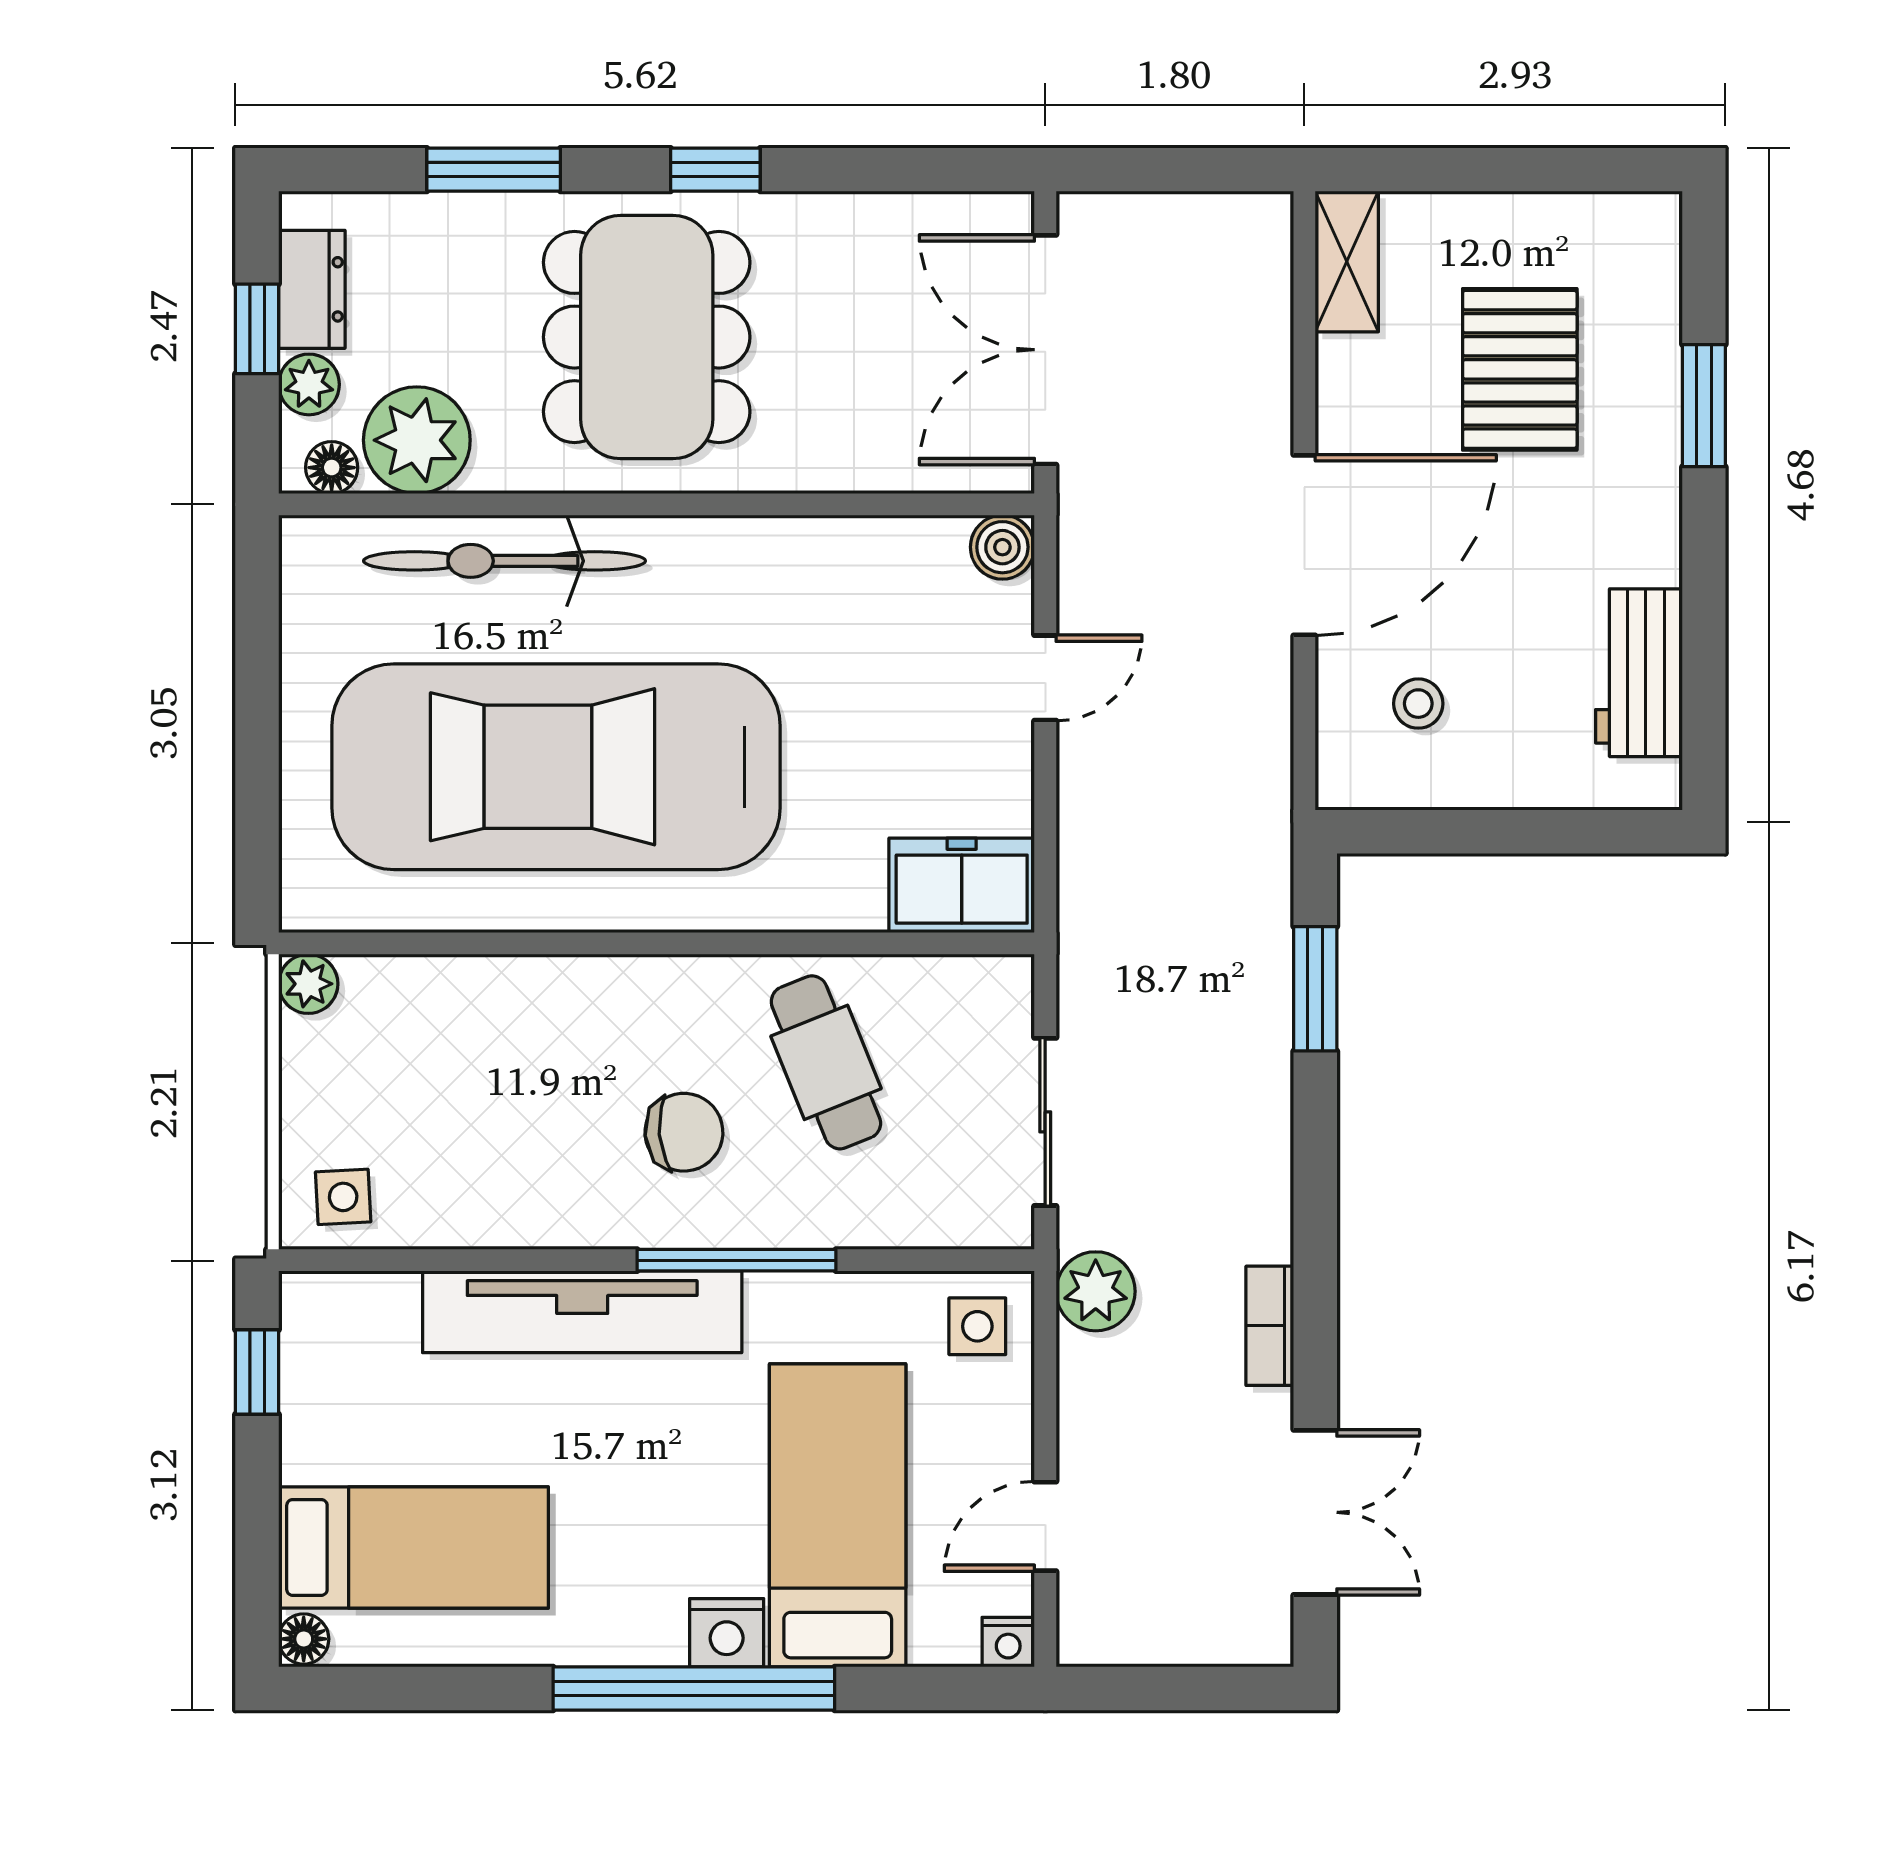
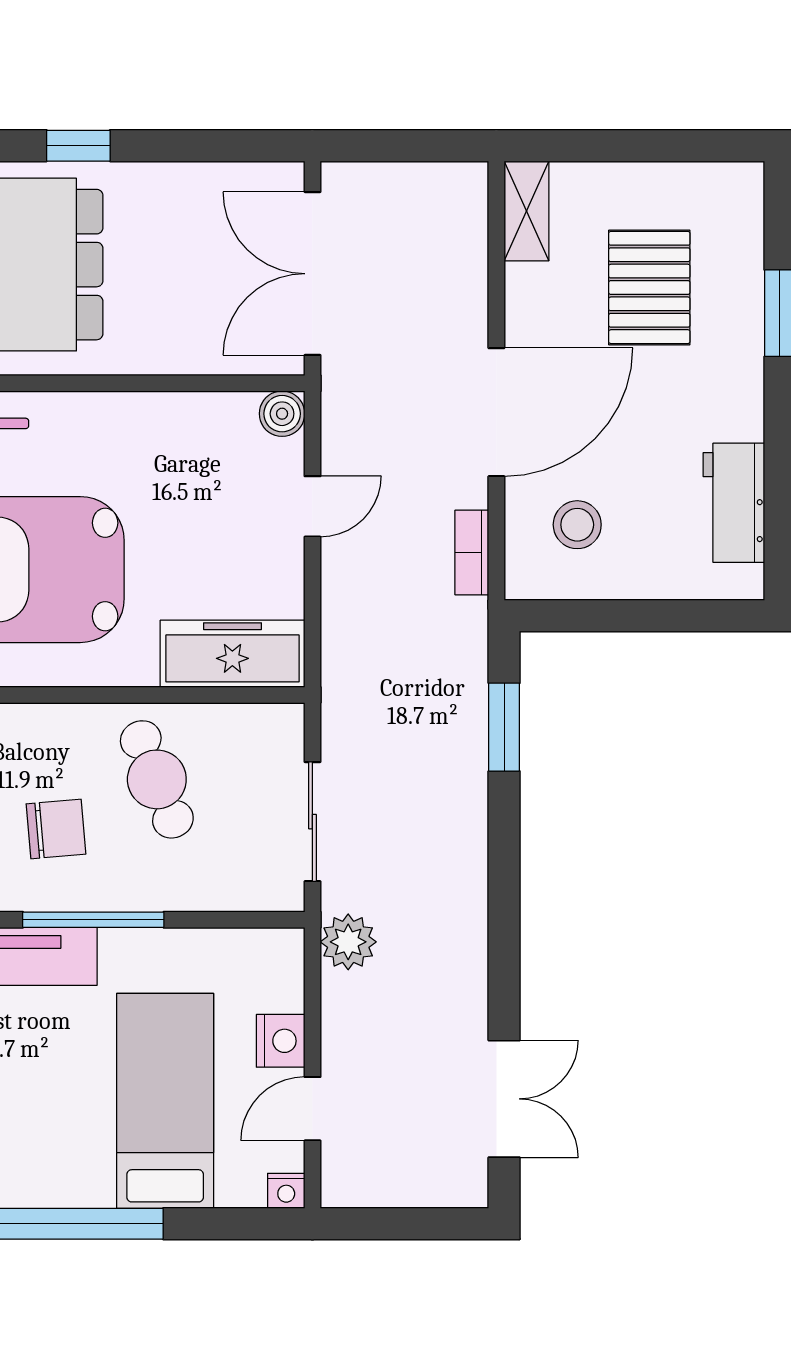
stool: (1418, 704) -> (577, 525), width x1.37, depth x1.37
freezer: (962, 885) -> (232, 654), width x1.40
side table: (977, 1326) -> (264, 967), removed
bookcase: (1270, 1326) -> (472, 553), moved
nightstand: (727, 1633) -> (281, 1041), moved, turned -90

